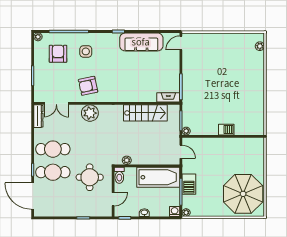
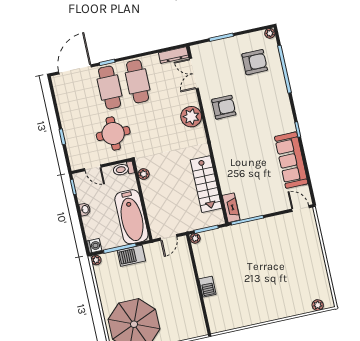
side table: (86, 51) -> (265, 95), removed
armchair: (88, 86) -> (224, 107), turned 102

